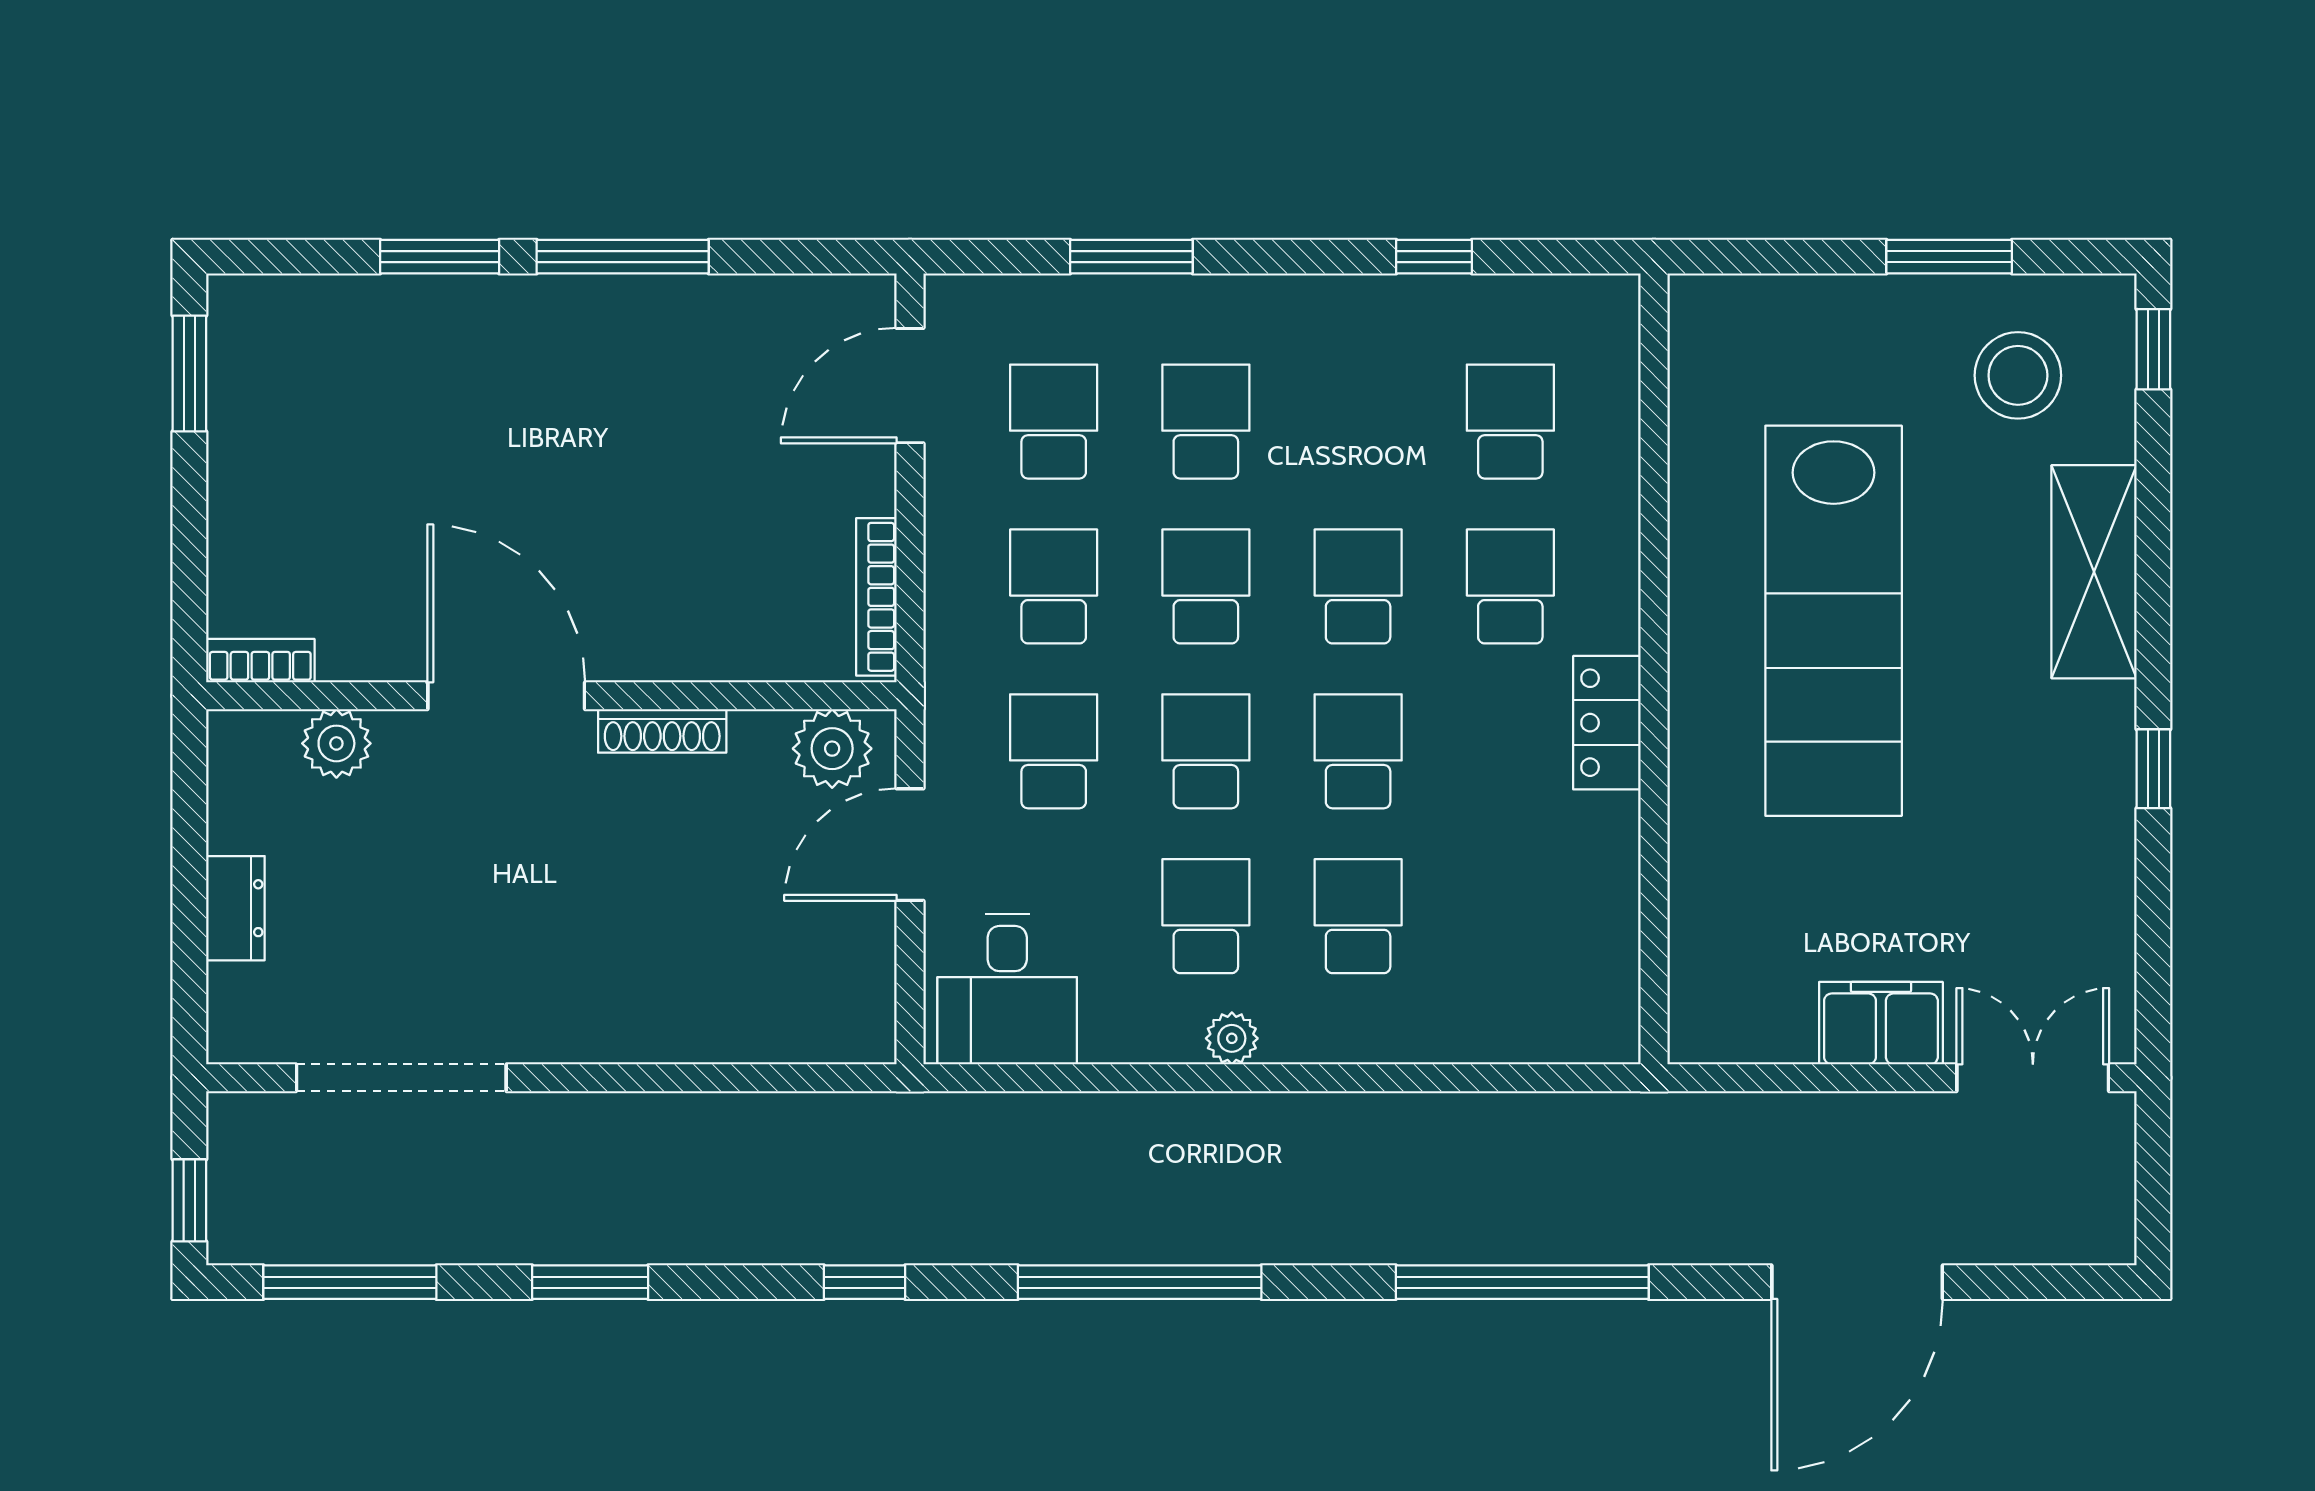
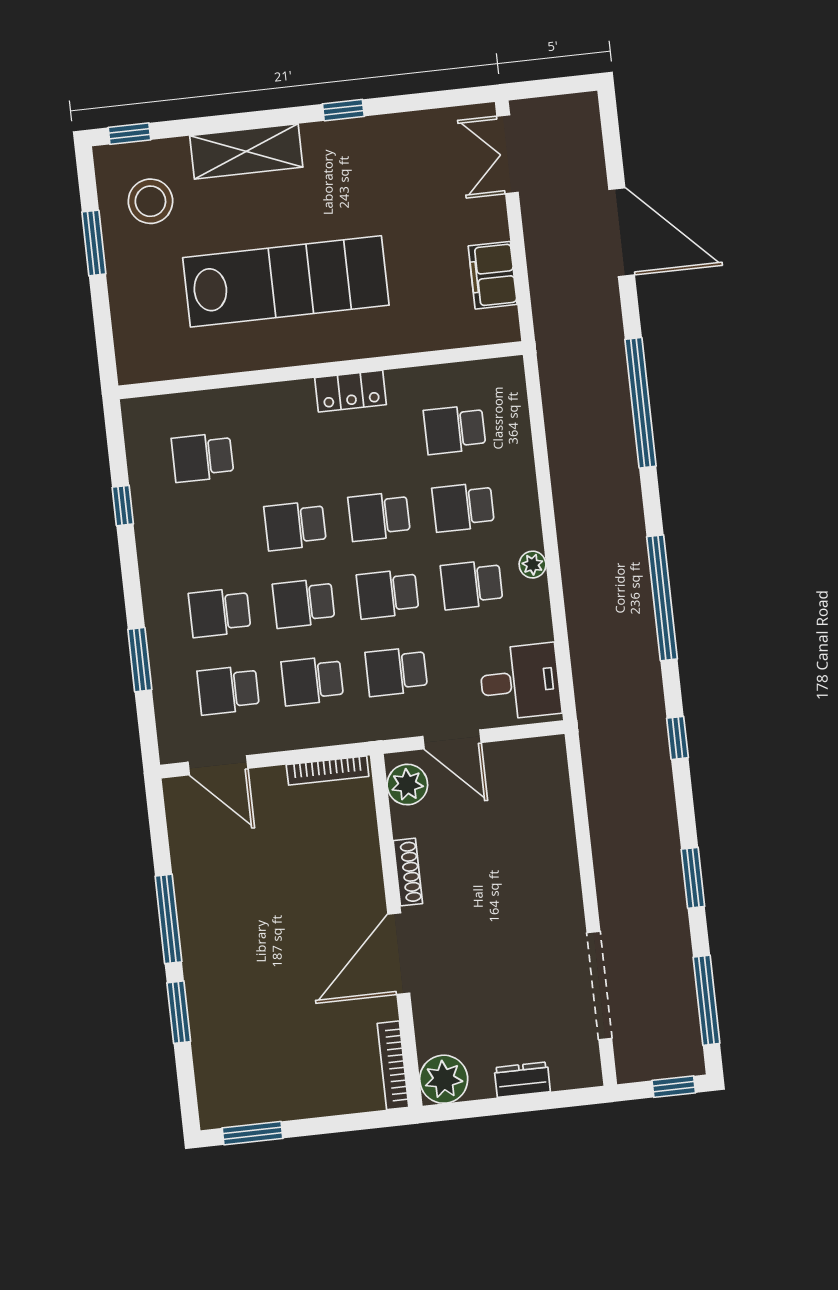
school desk: (1510, 586) -> (455, 429), moved
bookcase: (260, 661) -> (393, 1065), width x1.56
plant: (336, 743) -> (444, 1079), moved, width x1.36, depth x1.36
filing cabinet: (1881, 1023) -> (493, 275), moved

